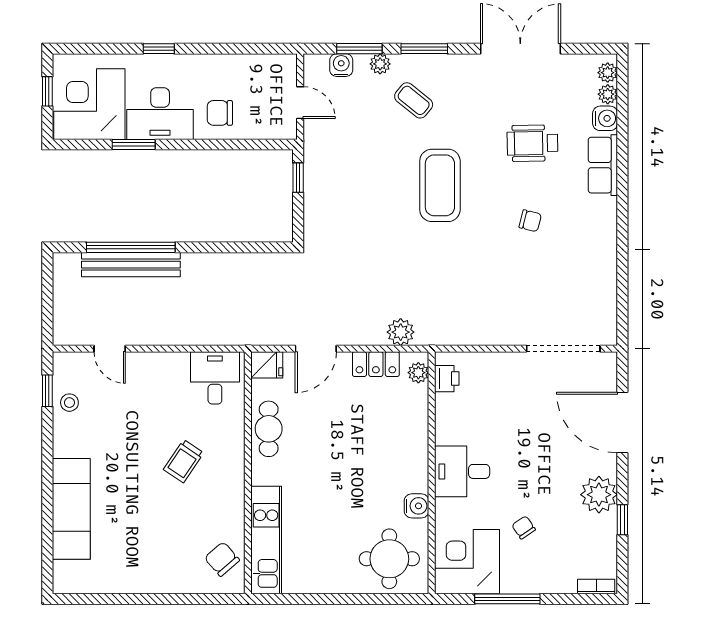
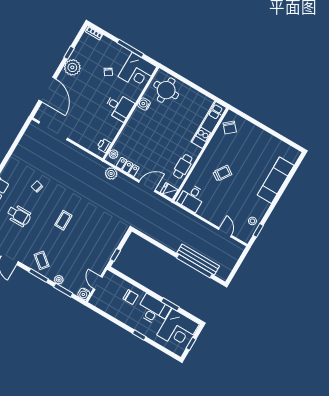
water cooler: (341, 65) -> (84, 294), moved
coffee table: (414, 100) -> (42, 260), moved
coffee table: (440, 185) -> (63, 220), width x0.54, depth x0.58

